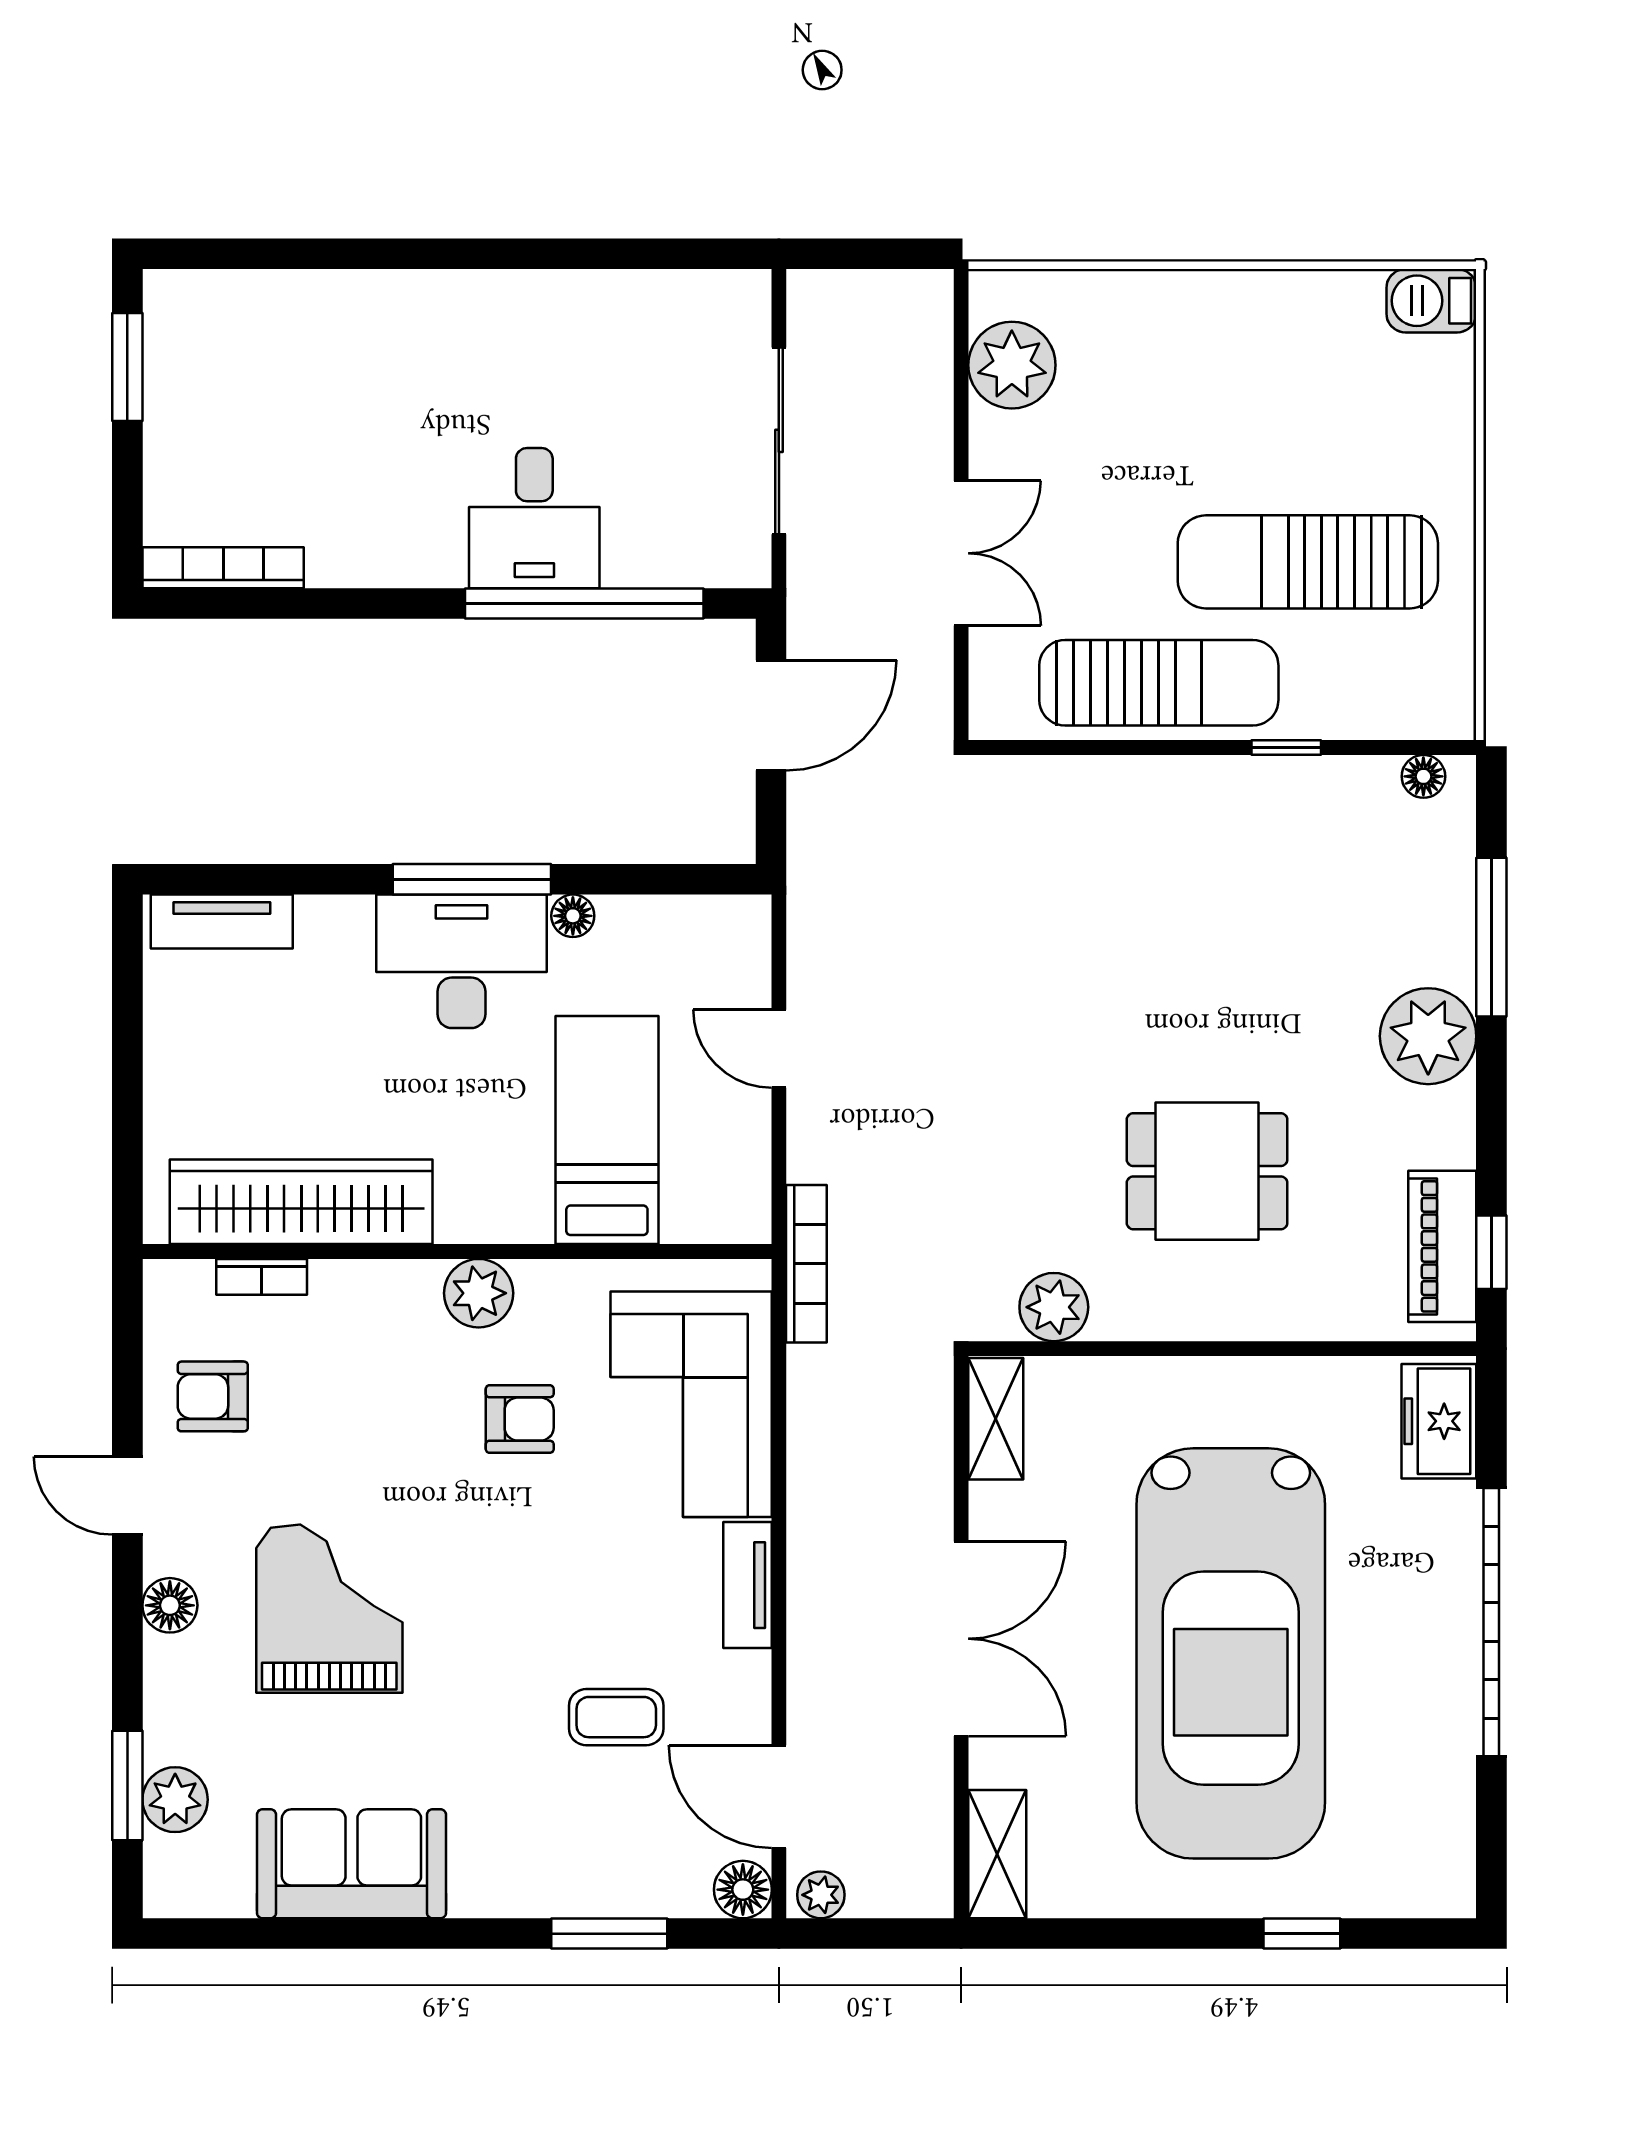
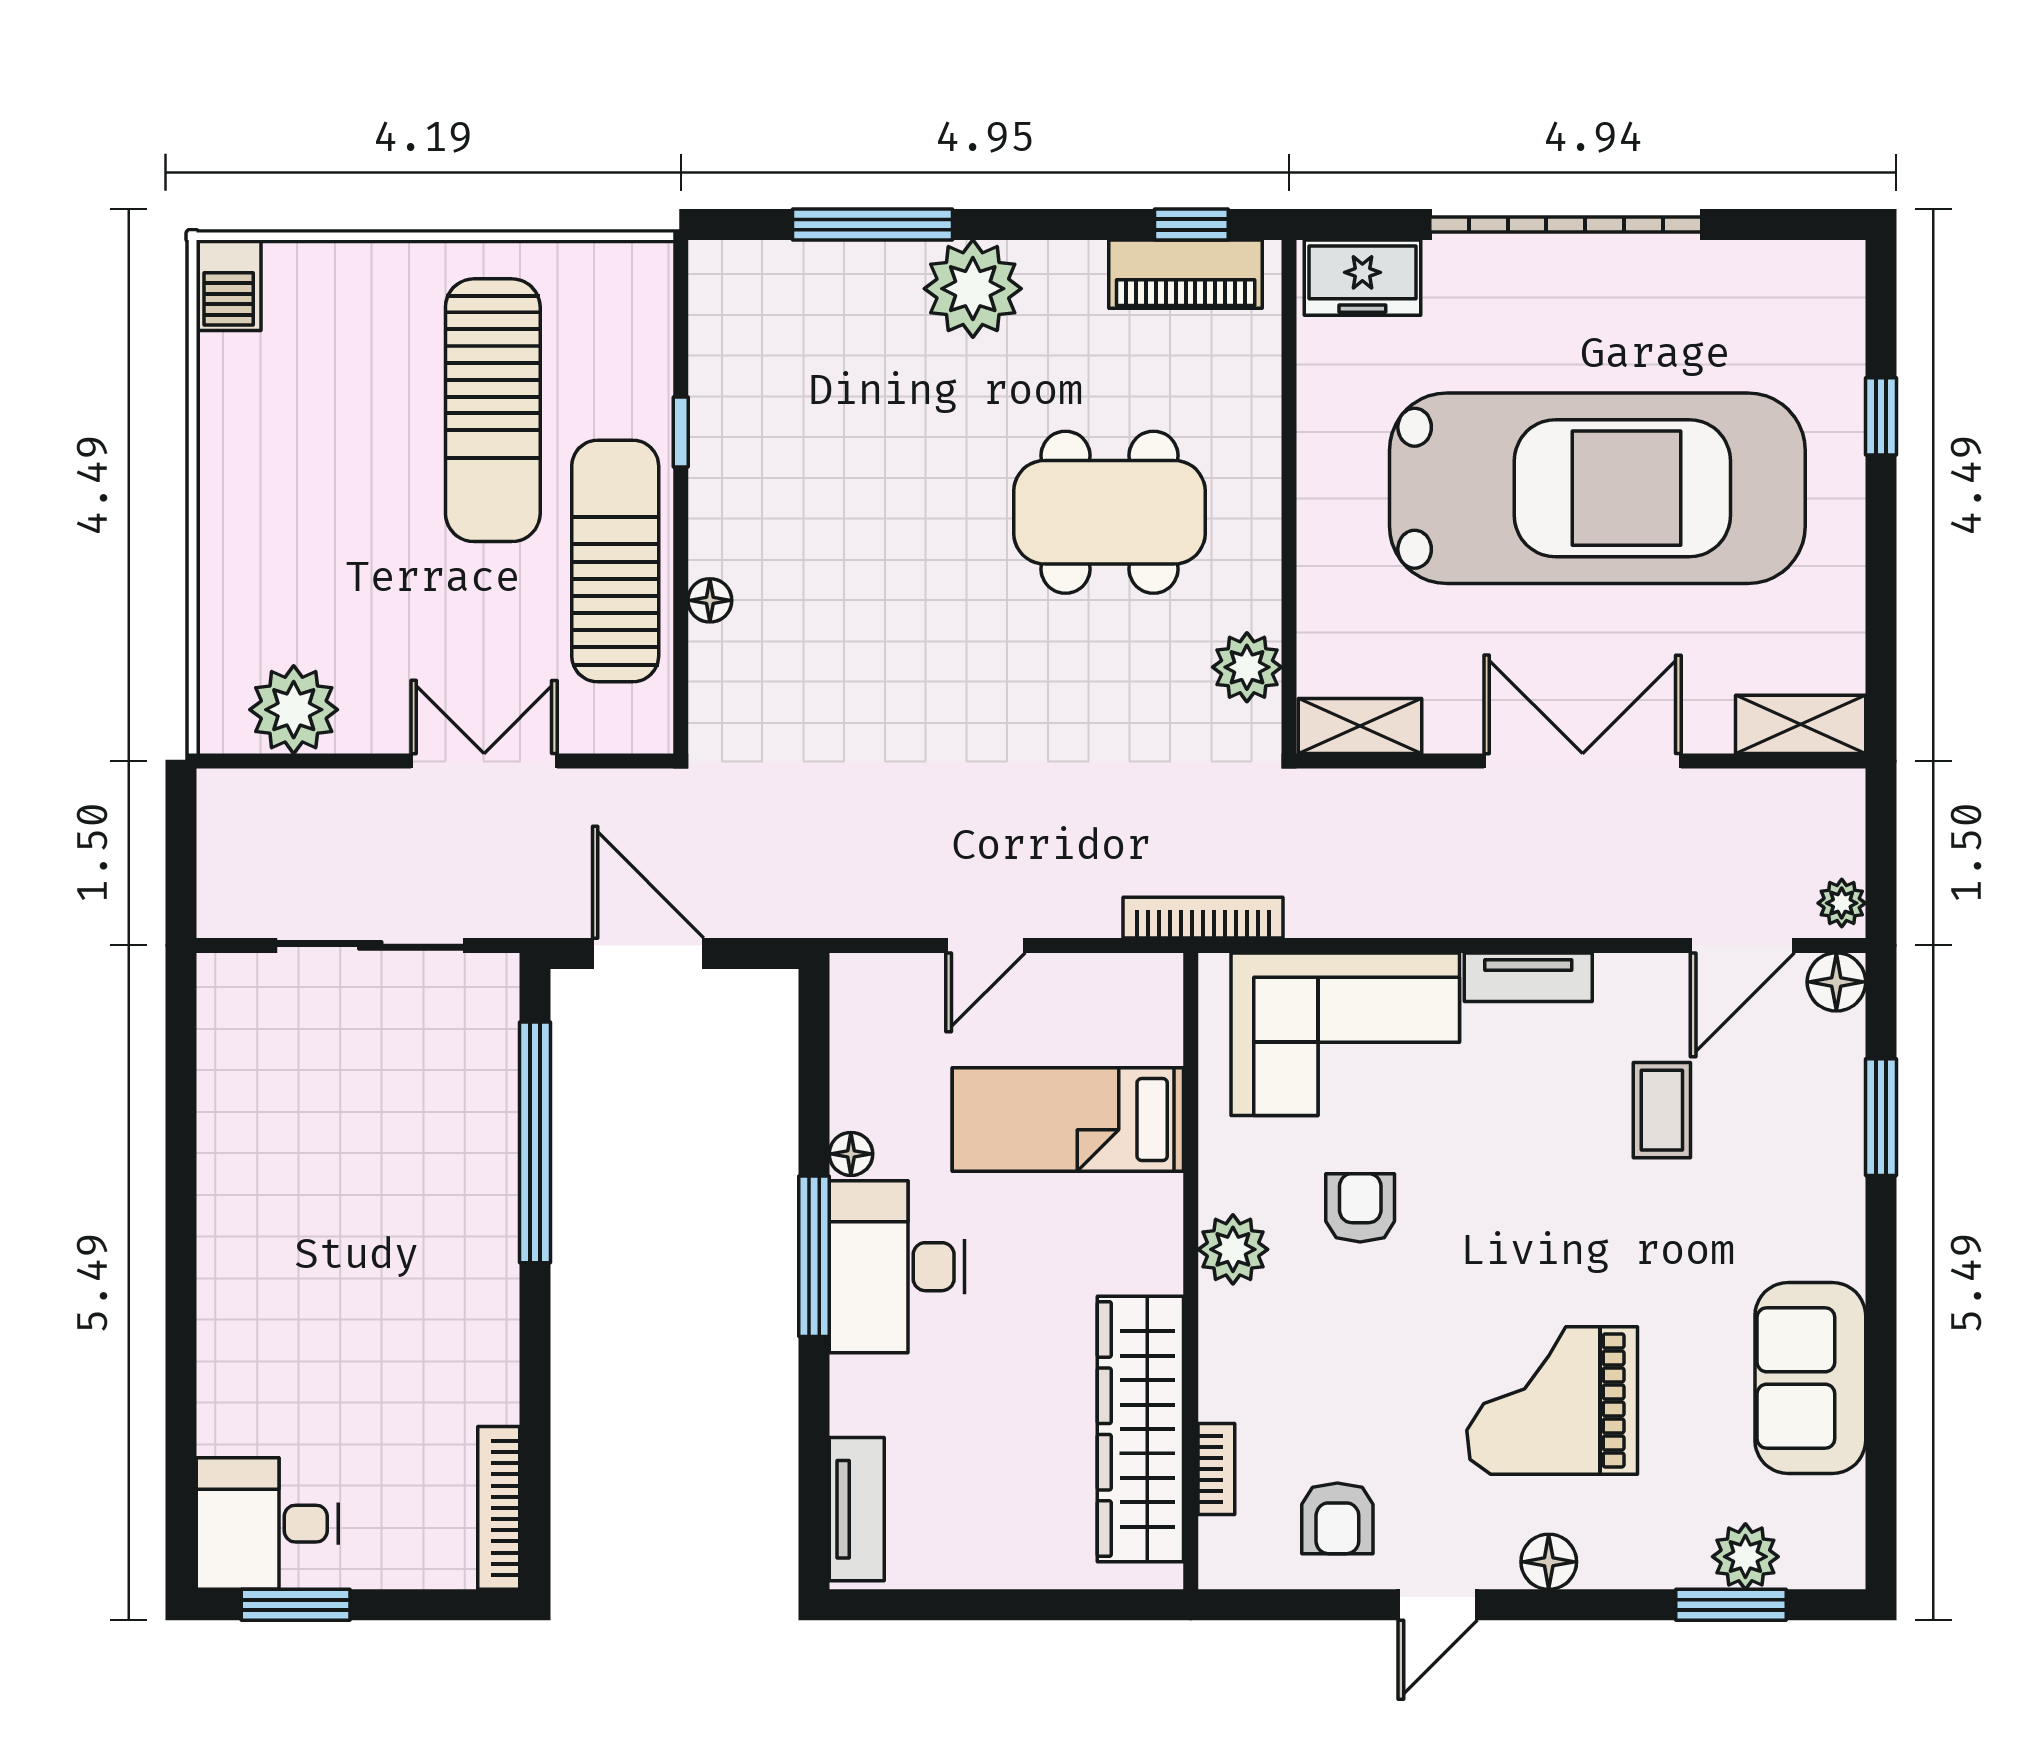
desk: (534, 518) -> (267, 1524), moved, turned 180
floor lamp: (1423, 776) -> (710, 600), moved
dining table: (1207, 1171) -> (1109, 512), width x1.38

